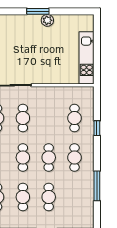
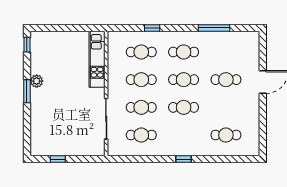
window: (81, 11) -> (27, 45), added
kitchen unit: (87, 58) -> (97, 59), moved, turned 90
cafe table: (23, 197) -> (141, 80), moved

